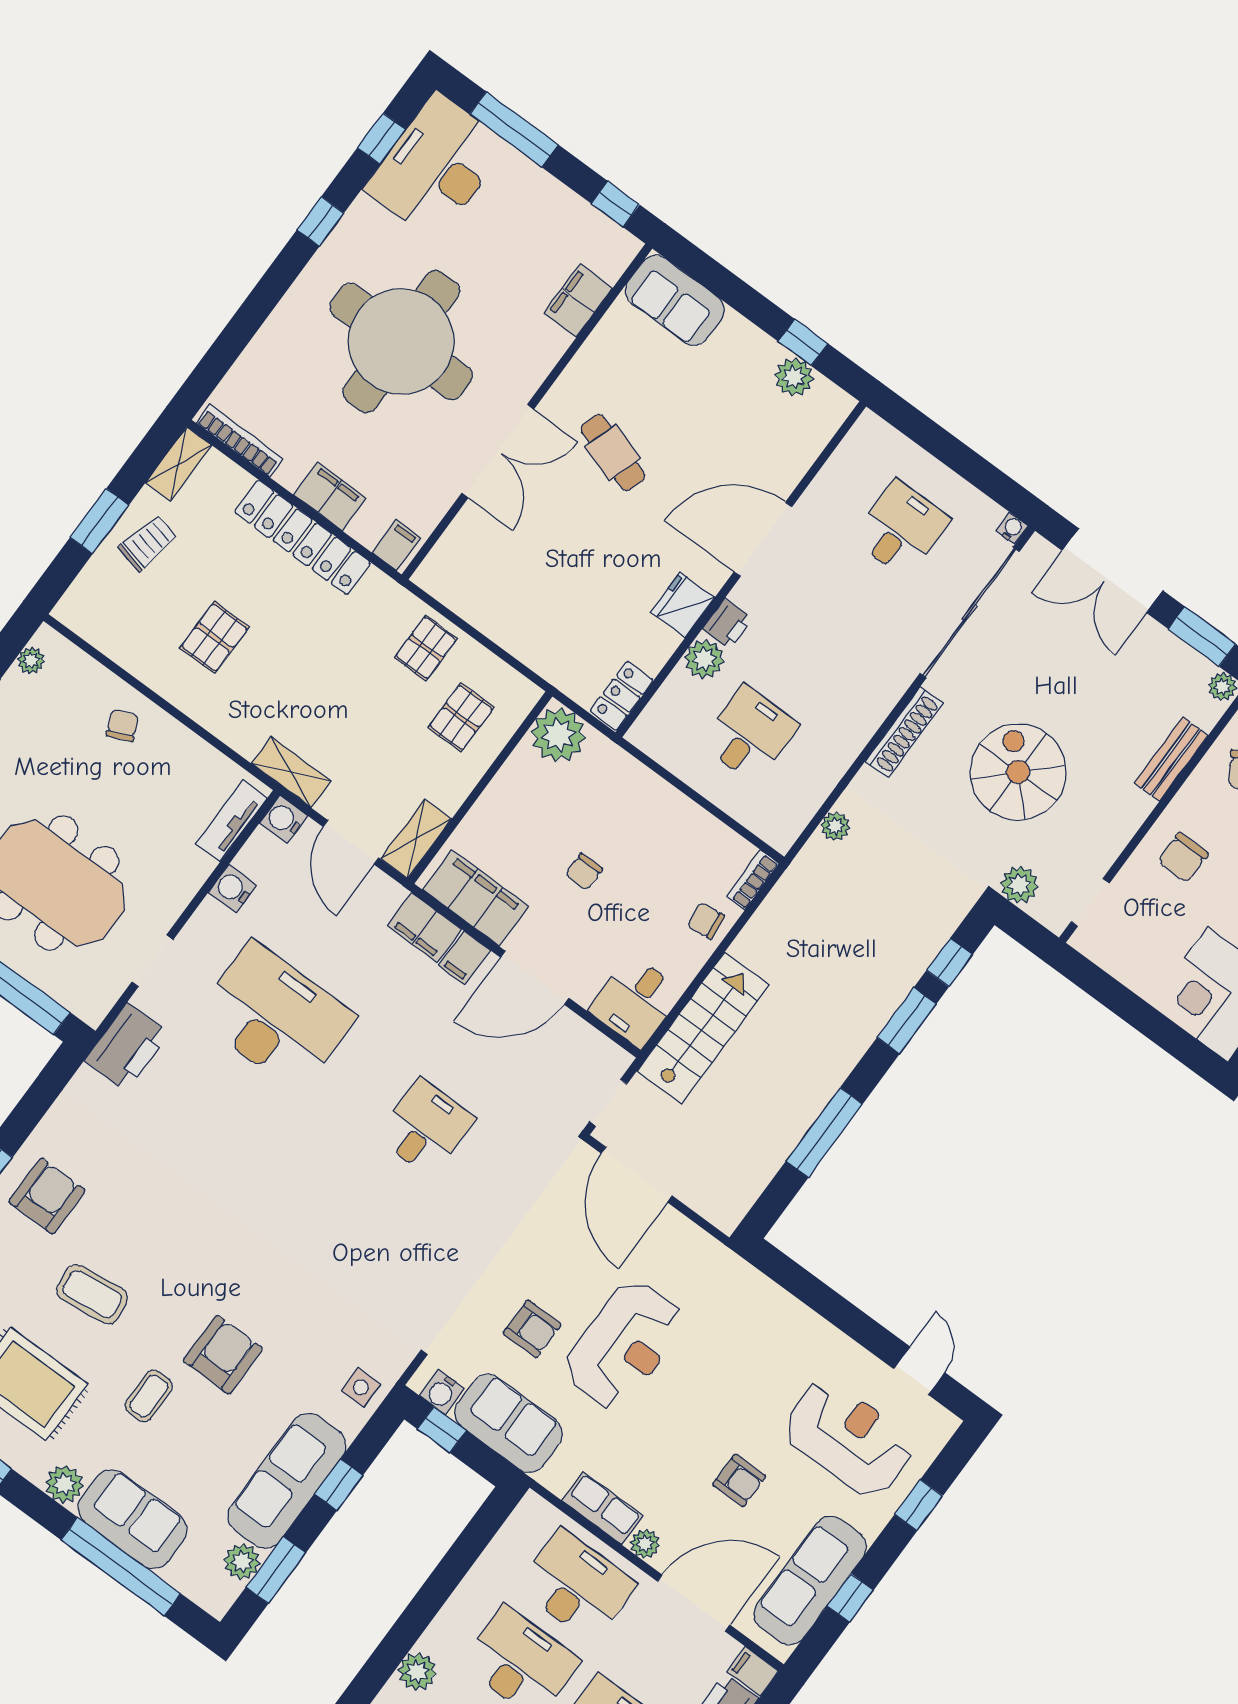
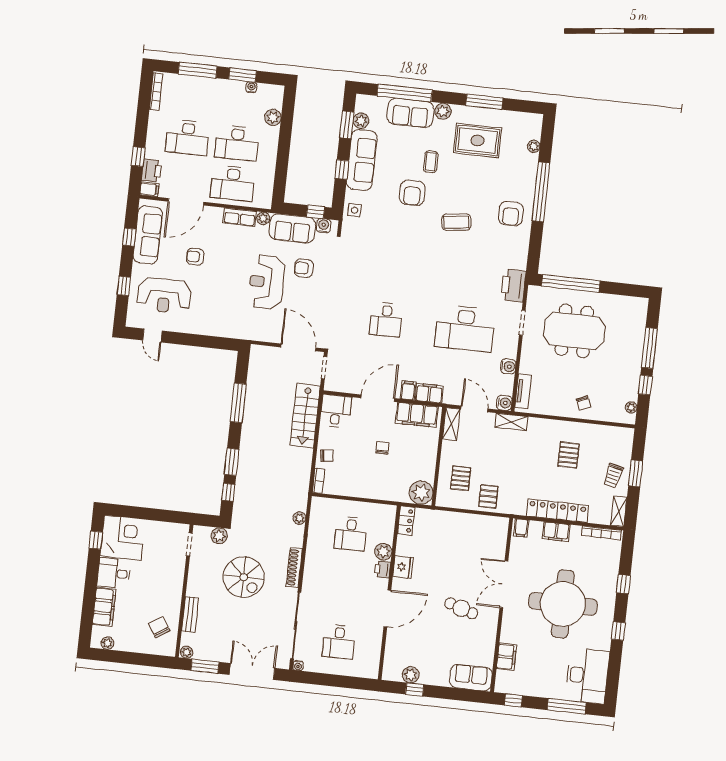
window: (382, 139) -> (623, 584), moved
chair: (1183, 857) -> (165, 581), removed
coffee table: (92, 1294) -> (456, 222), moved
plant: (645, 1544) -> (263, 218), moved

